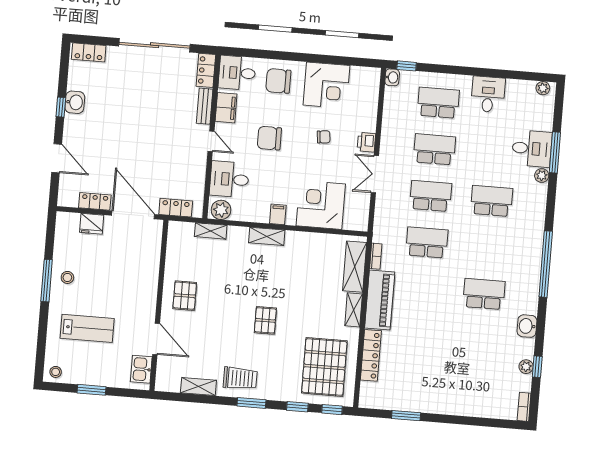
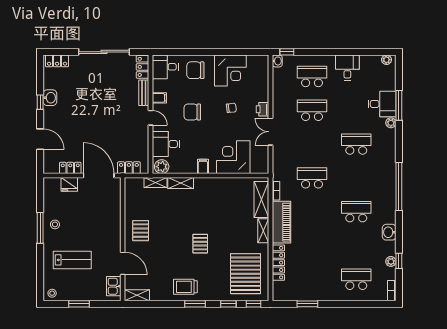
filing cabinet: (226, 108) -> (159, 98), width x0.50
school desk: (431, 196) -> (356, 279), moved
shelving: (267, 236) -> (181, 183), moved
trolley: (240, 378) -> (185, 287), turned 180
shelving: (198, 387) -> (137, 295), moved

